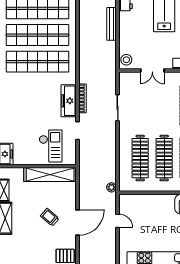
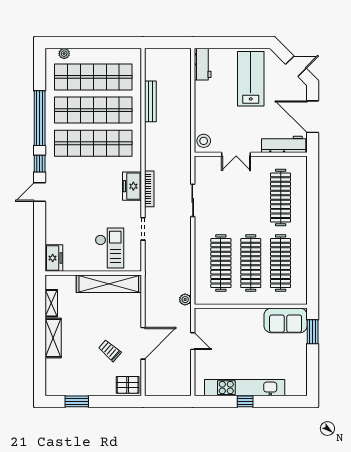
bench: (112, 24) -> (150, 101), moved
freezer: (69, 101) -> (132, 186), width x0.71
trolley: (50, 217) -> (110, 351), moved

